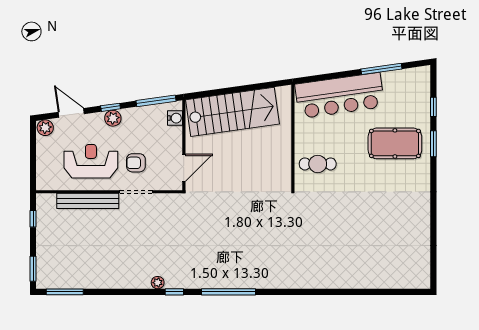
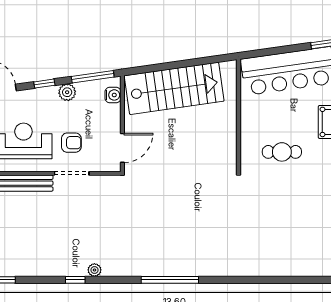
plant: (113, 118) -> (67, 92), moved
armchair: (136, 163) -> (71, 143), turned 180
cafe table: (318, 164) -> (282, 152), moved
window: (174, 292) -> (75, 280), moved

